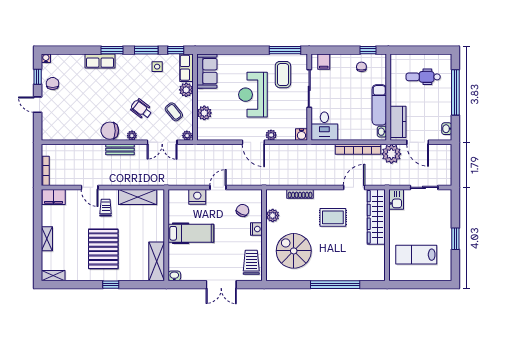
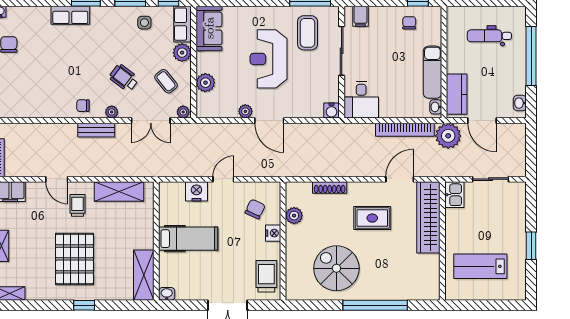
chair: (110, 131) -> (83, 106), width x0.54, depth x0.54
plant: (271, 135) -> (245, 111), moved
spiral stairs: (294, 251) -> (336, 268), moved

